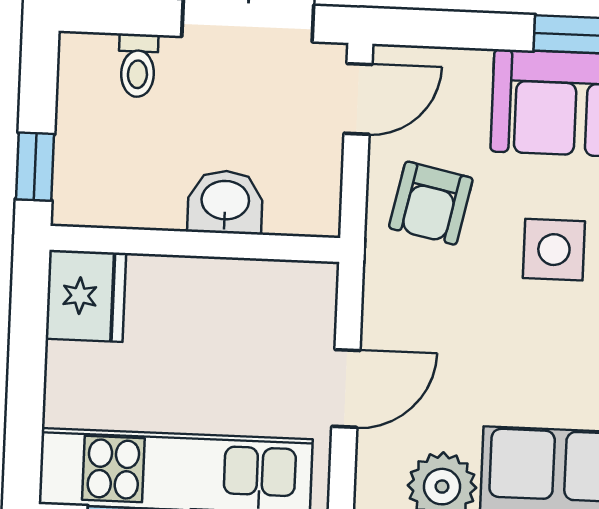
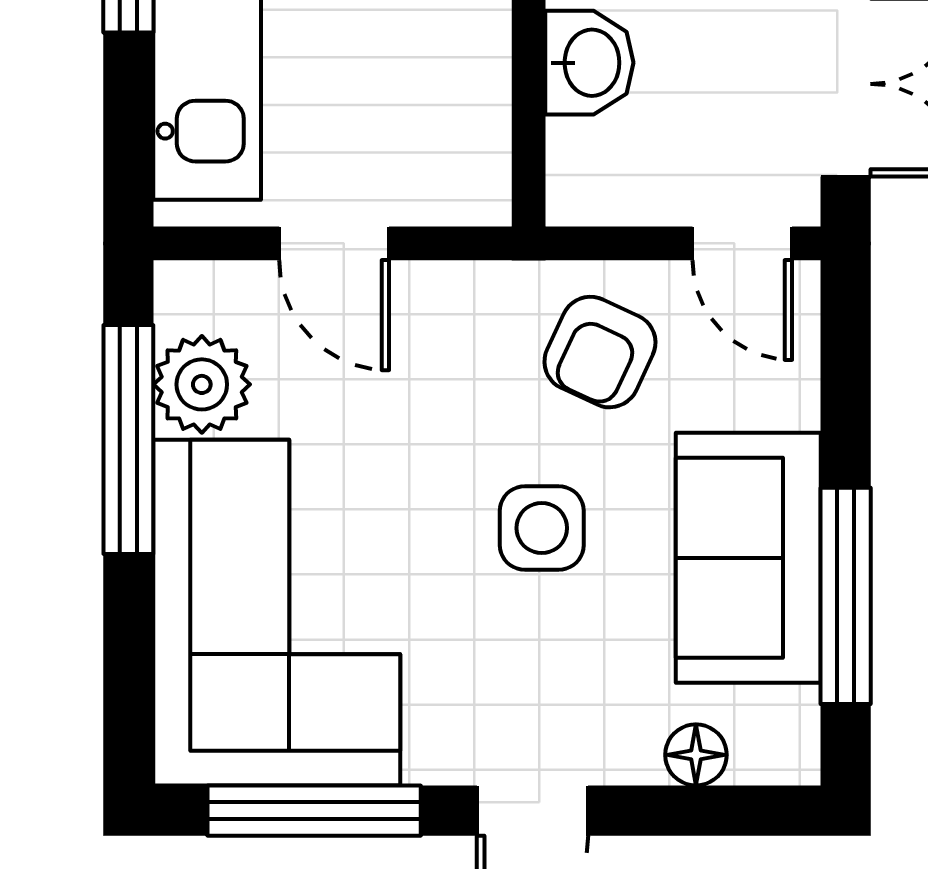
armchair: (431, 203) -> (600, 352), turned -77

